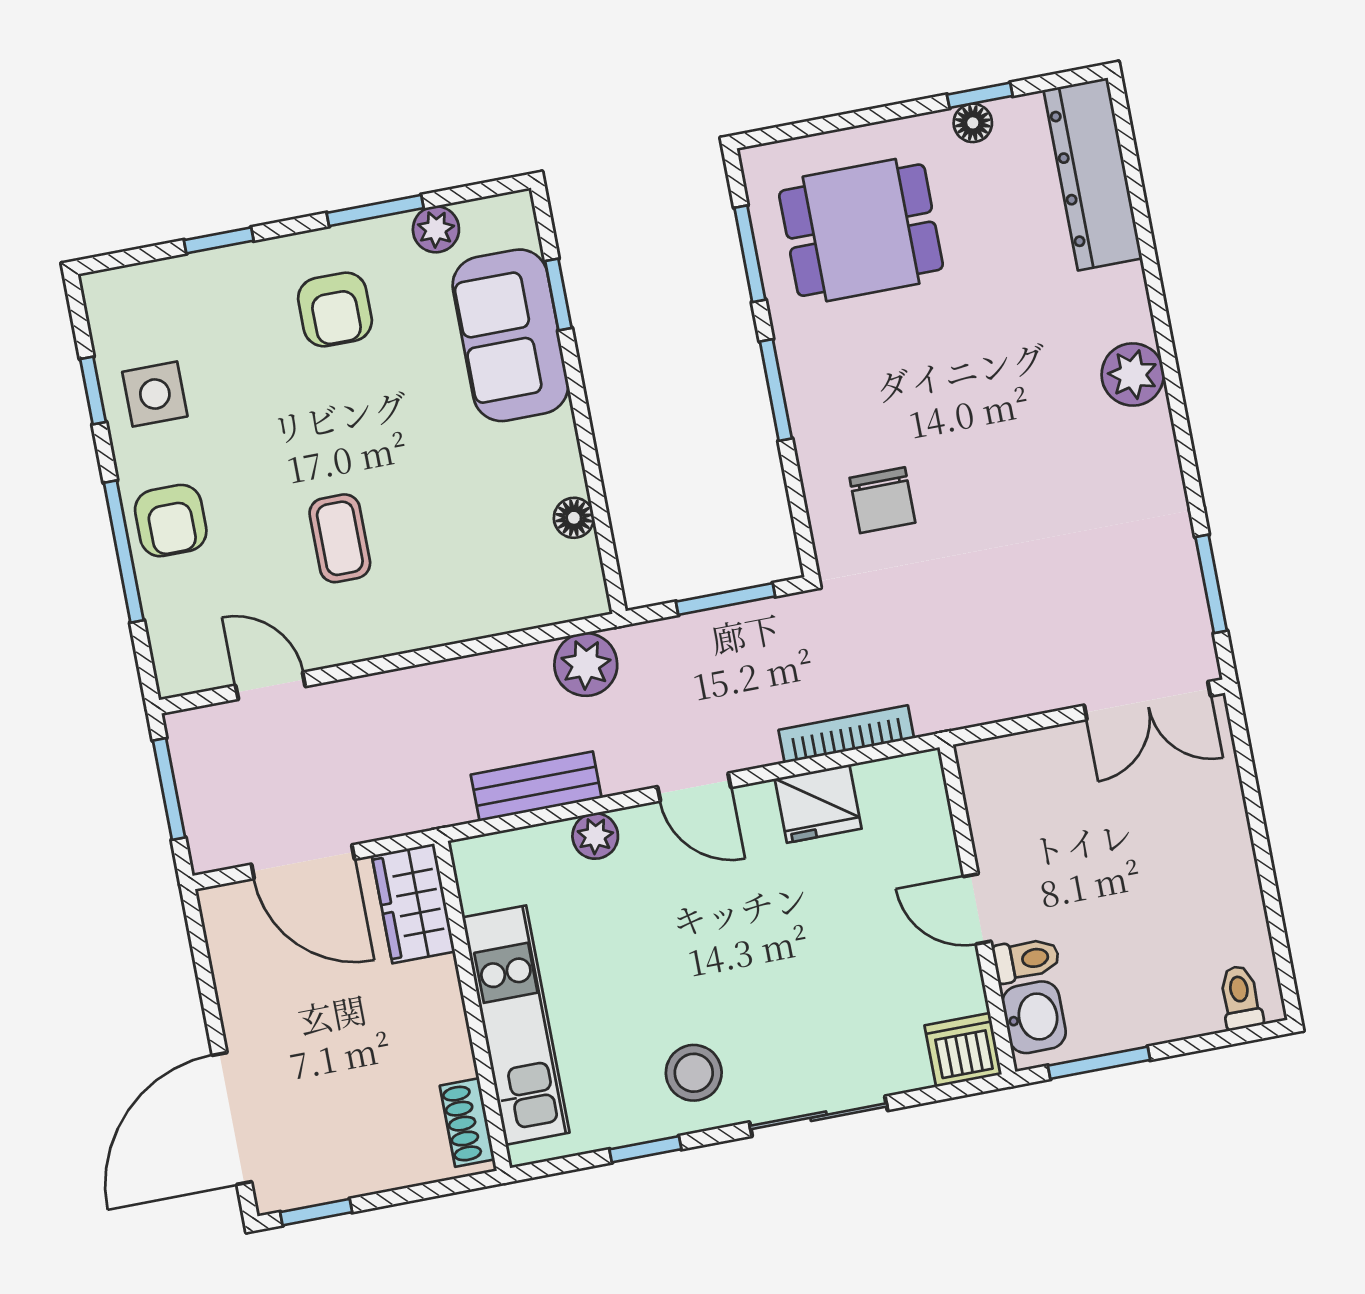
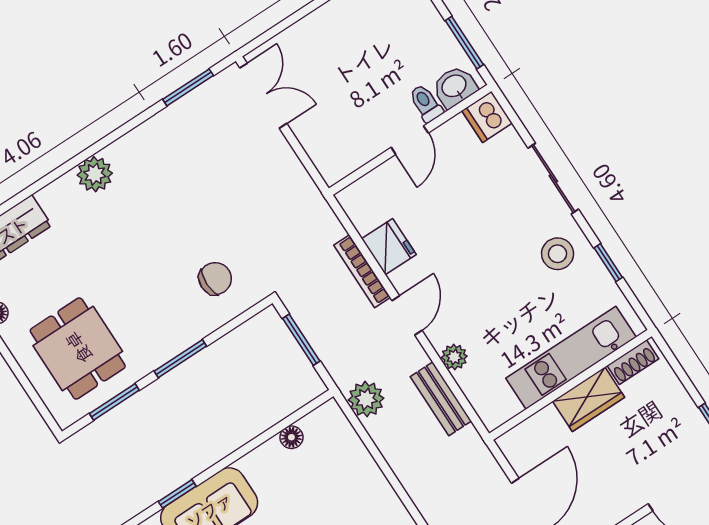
bookcase: (846, 734) -> (362, 271), moved
wardrobe: (413, 903) -> (589, 399), moved

